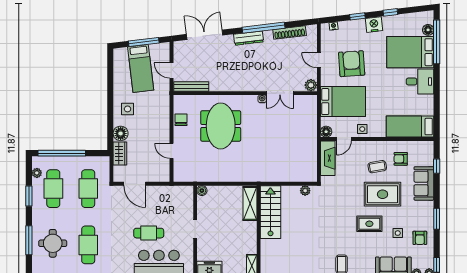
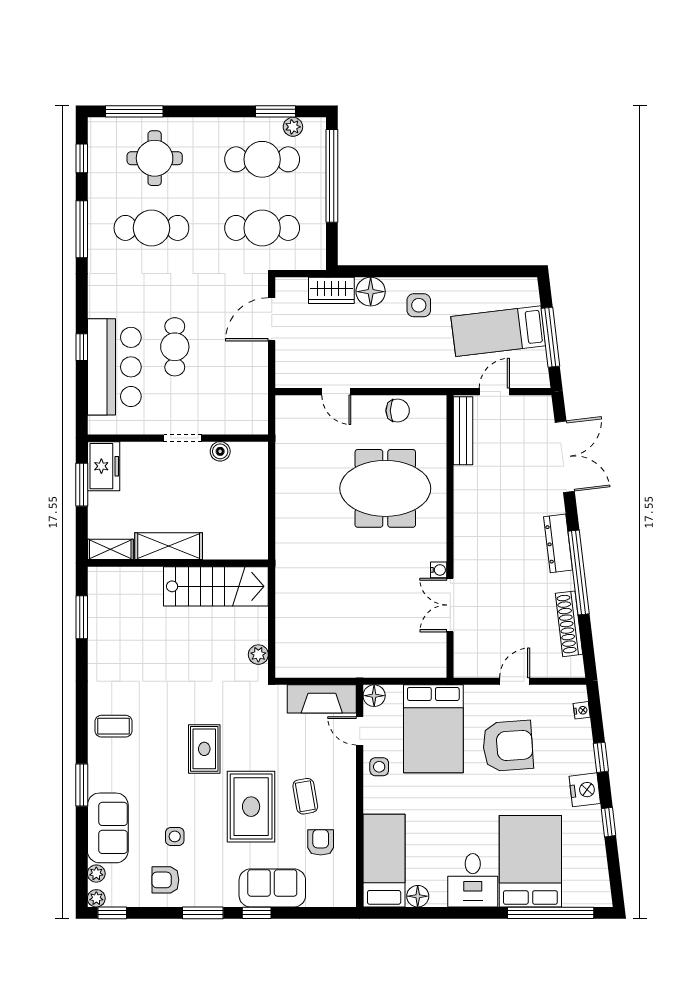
floor lamp: (428, 30) -> (418, 896), moved
plant: (311, 85) -> (466, 666), removed
door: (171, 151) -> (336, 392), swing flipped
window: (437, 166) -> (257, 913), moved
boiler: (202, 191) -> (220, 451), moved
window: (29, 196) -> (276, 111), moved
shelving: (250, 203) -> (169, 546), moved
rug: (369, 224) -> (204, 749), moved
window: (29, 240) -> (134, 111), moved

